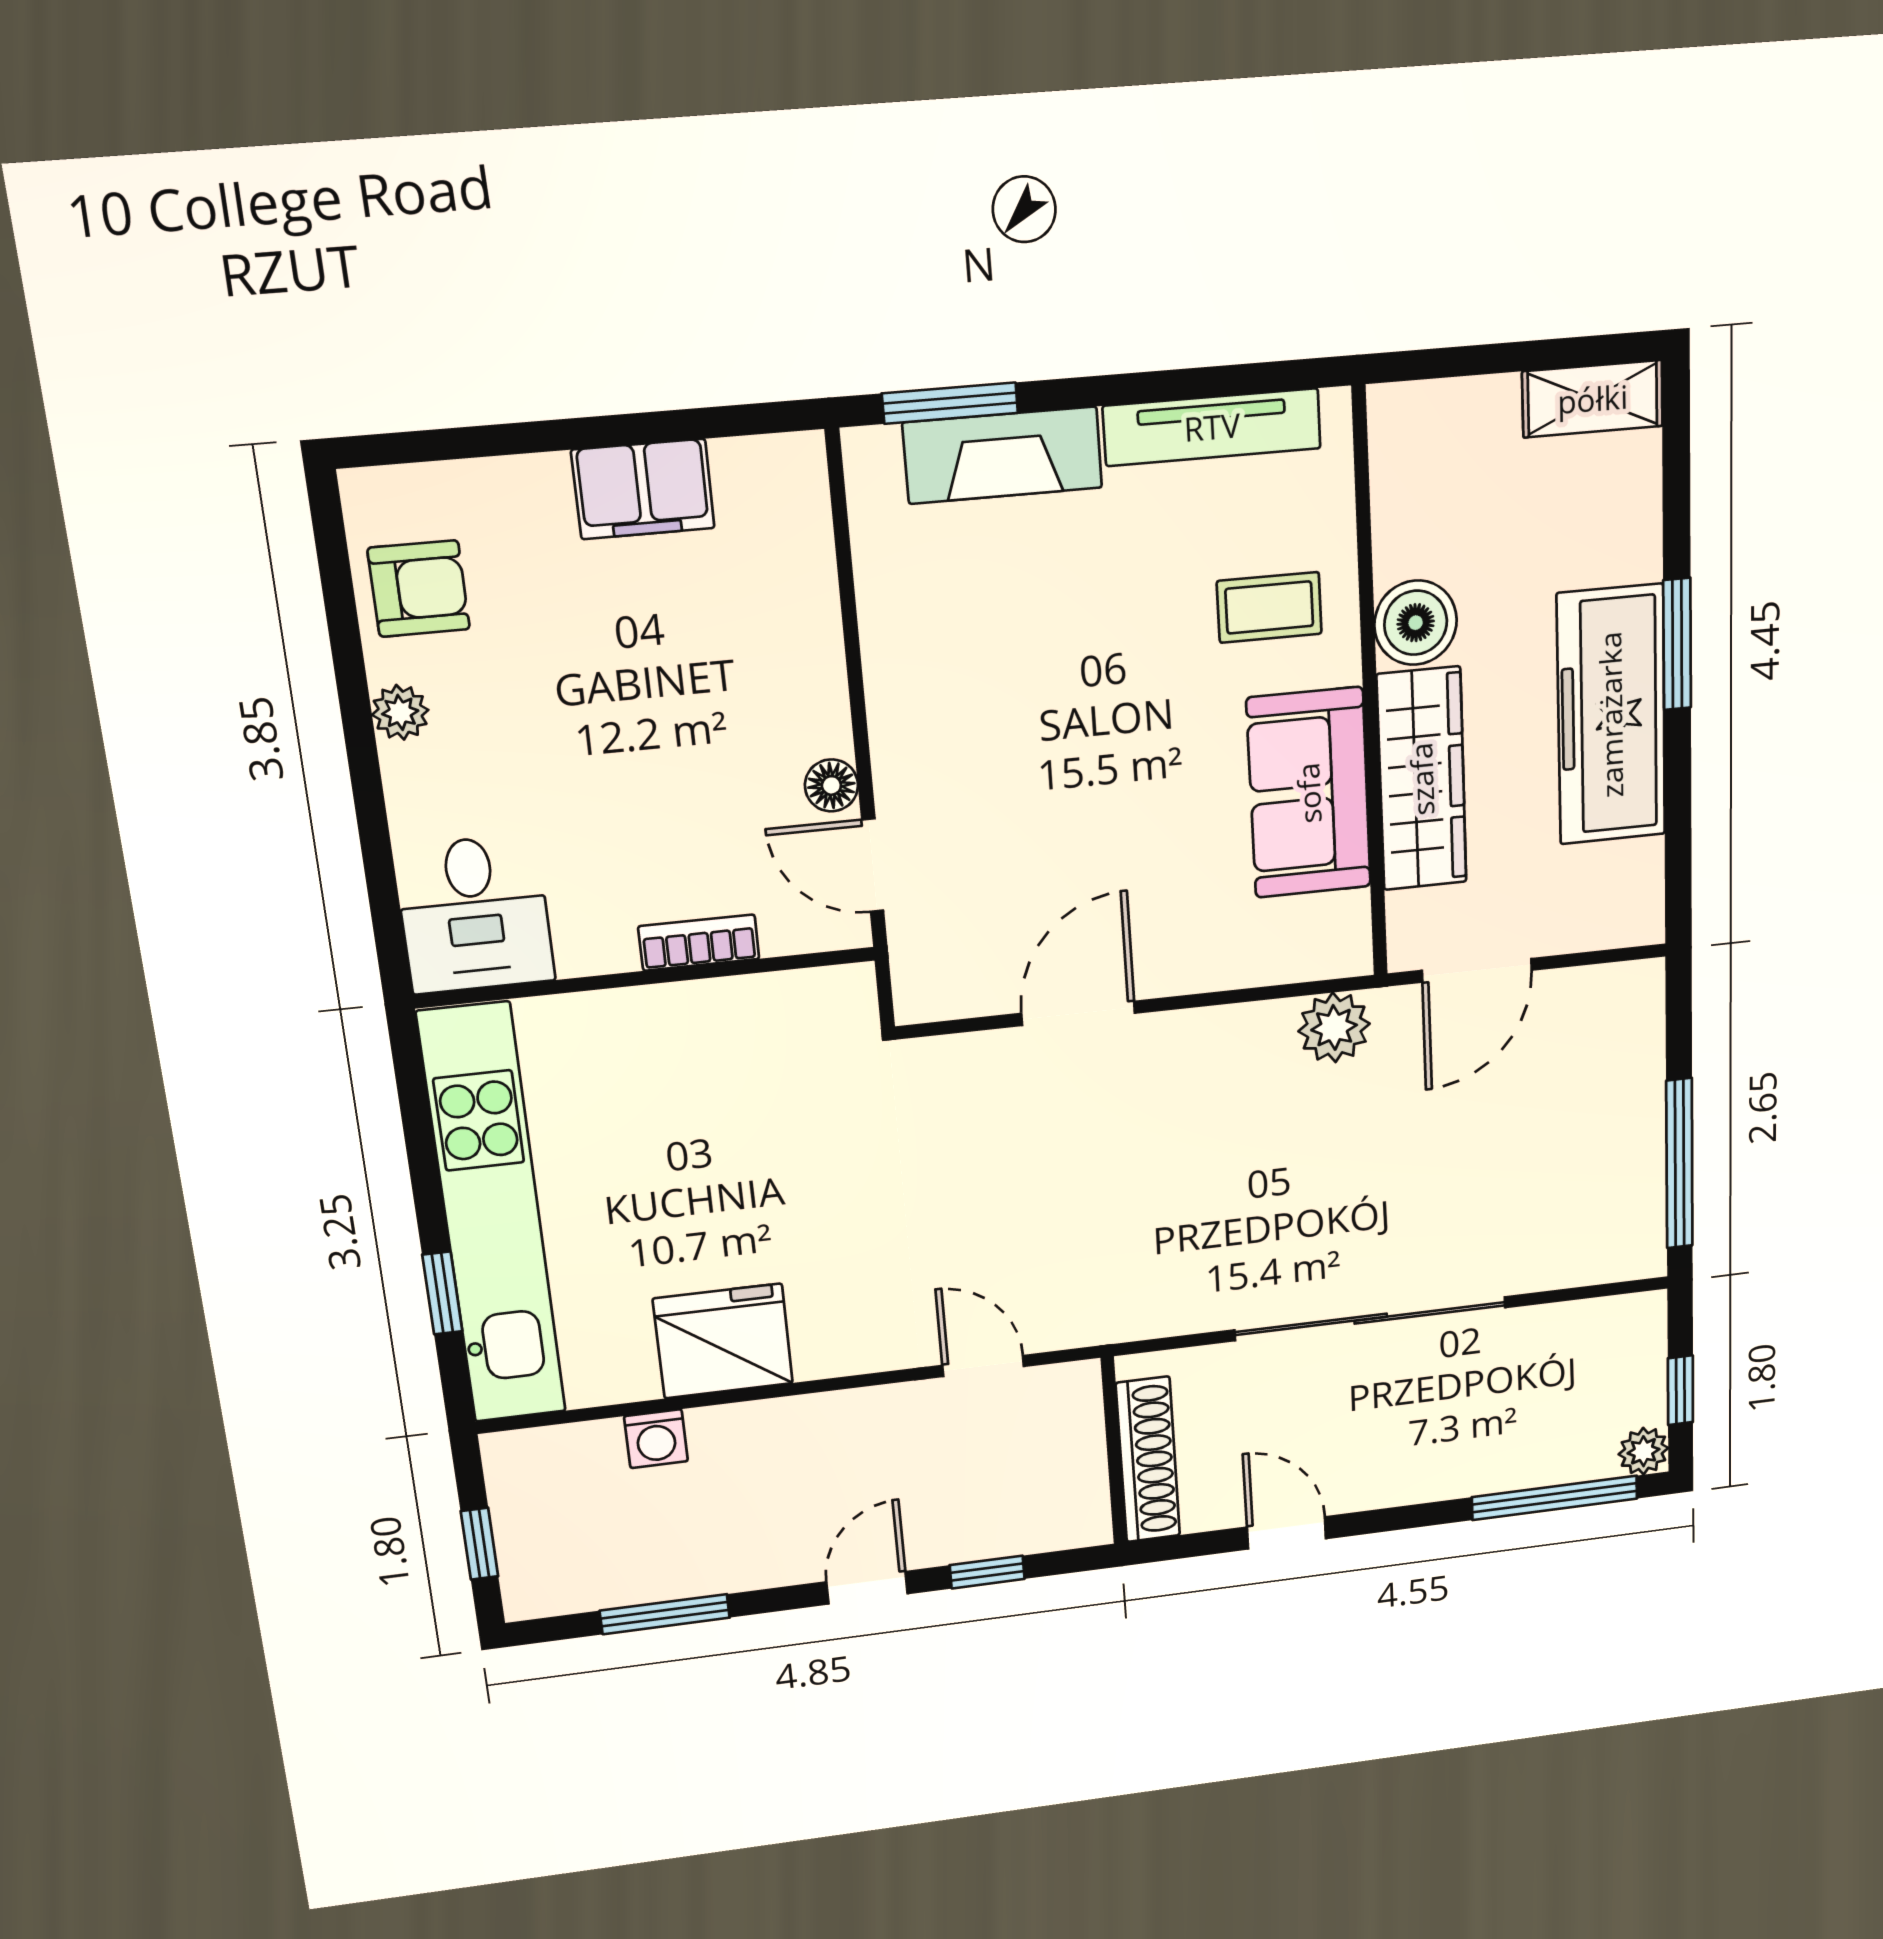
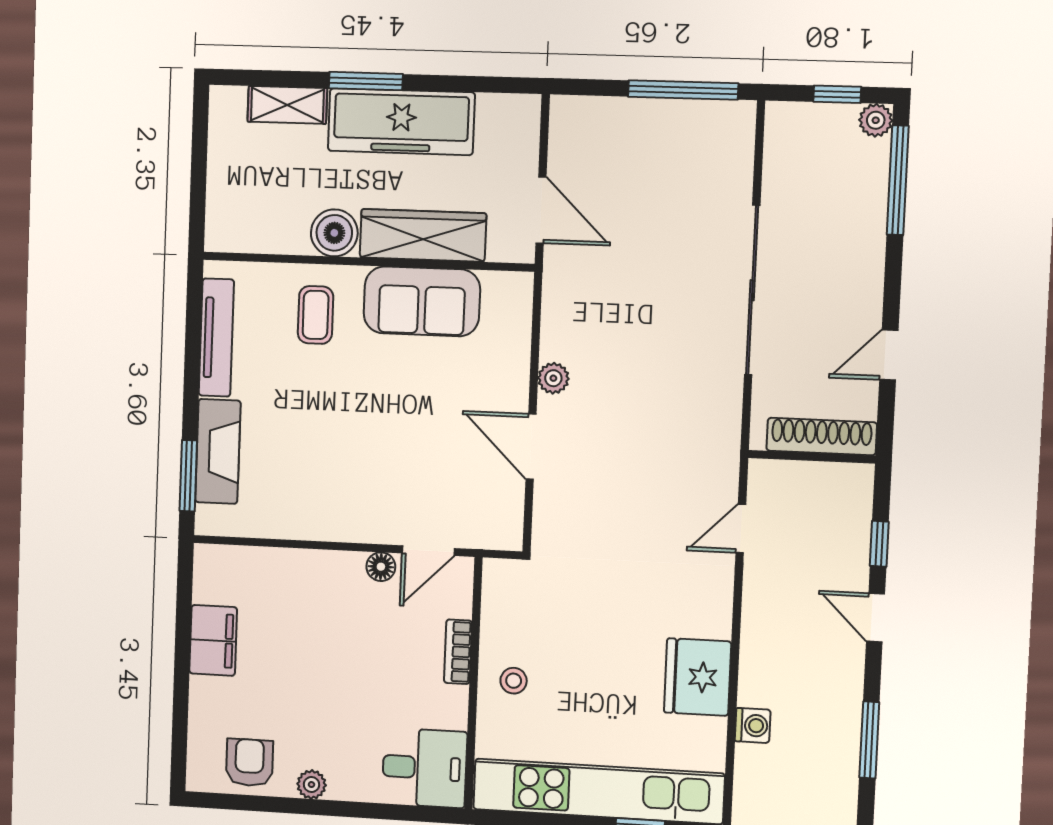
shelving: (1593, 399) -> (287, 105), moved, turned 90
plant: (1334, 1028) -> (553, 378), moved, width x0.73, depth x0.73
stool: (663, 1045) -> (514, 681), added

